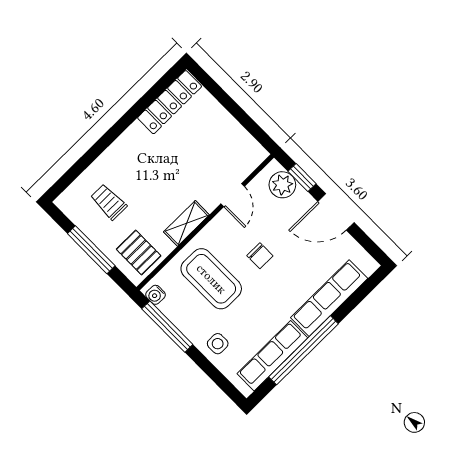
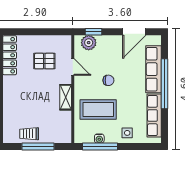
trolley: (109, 202) -> (29, 134), moved
door: (336, 212) -> (134, 32), moved
pallet: (139, 252) -> (44, 61), moved
water cooler: (156, 295) -> (99, 139), moved
window: (304, 350) -> (164, 84), moved

